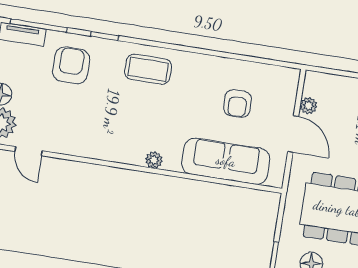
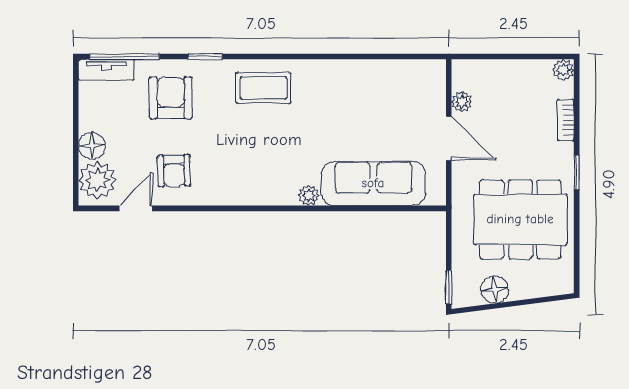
armchair: (237, 104) -> (174, 171), moved
door: (28, 151) -> (136, 208), swing flipped
plant: (154, 160) -> (309, 195), moved

